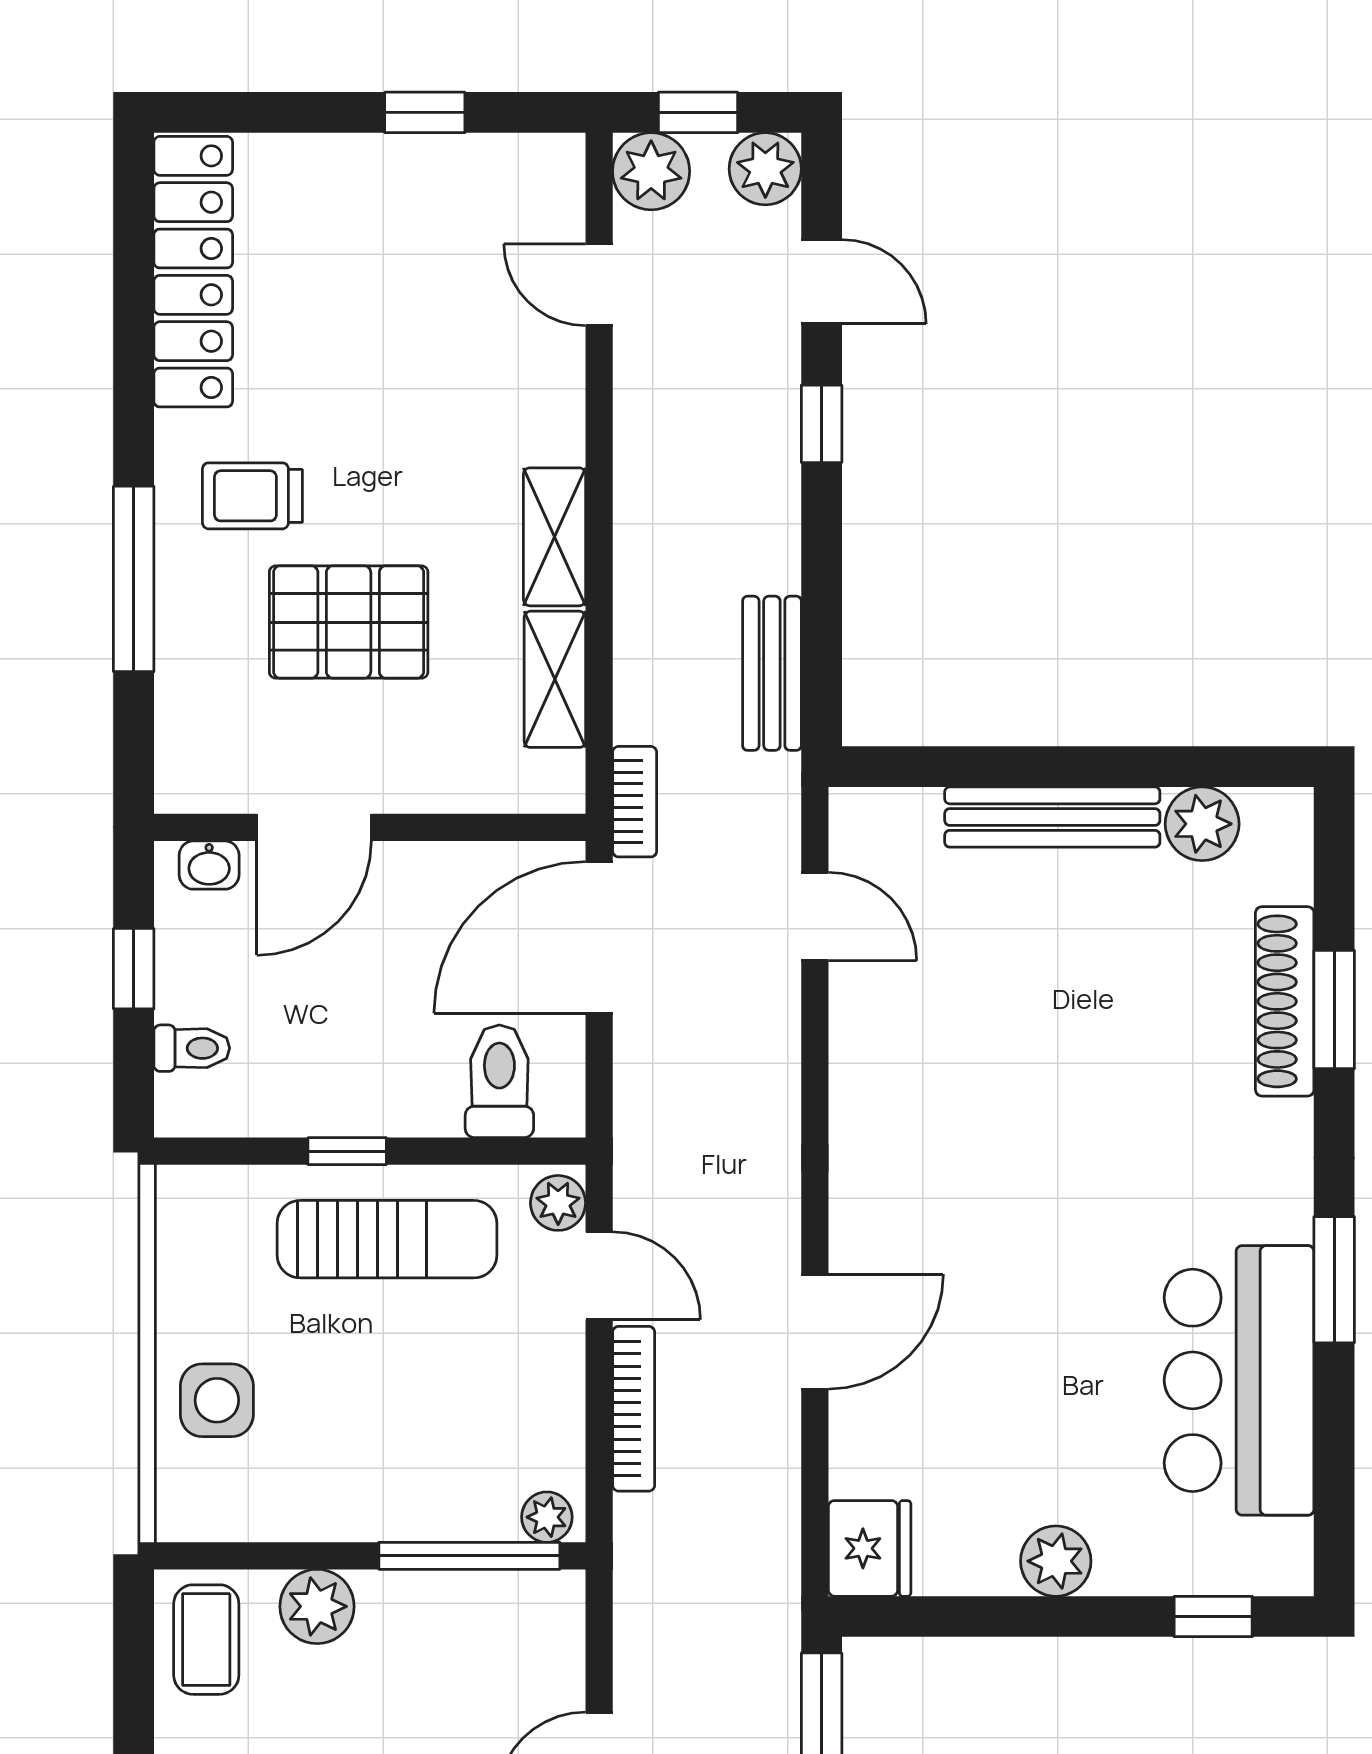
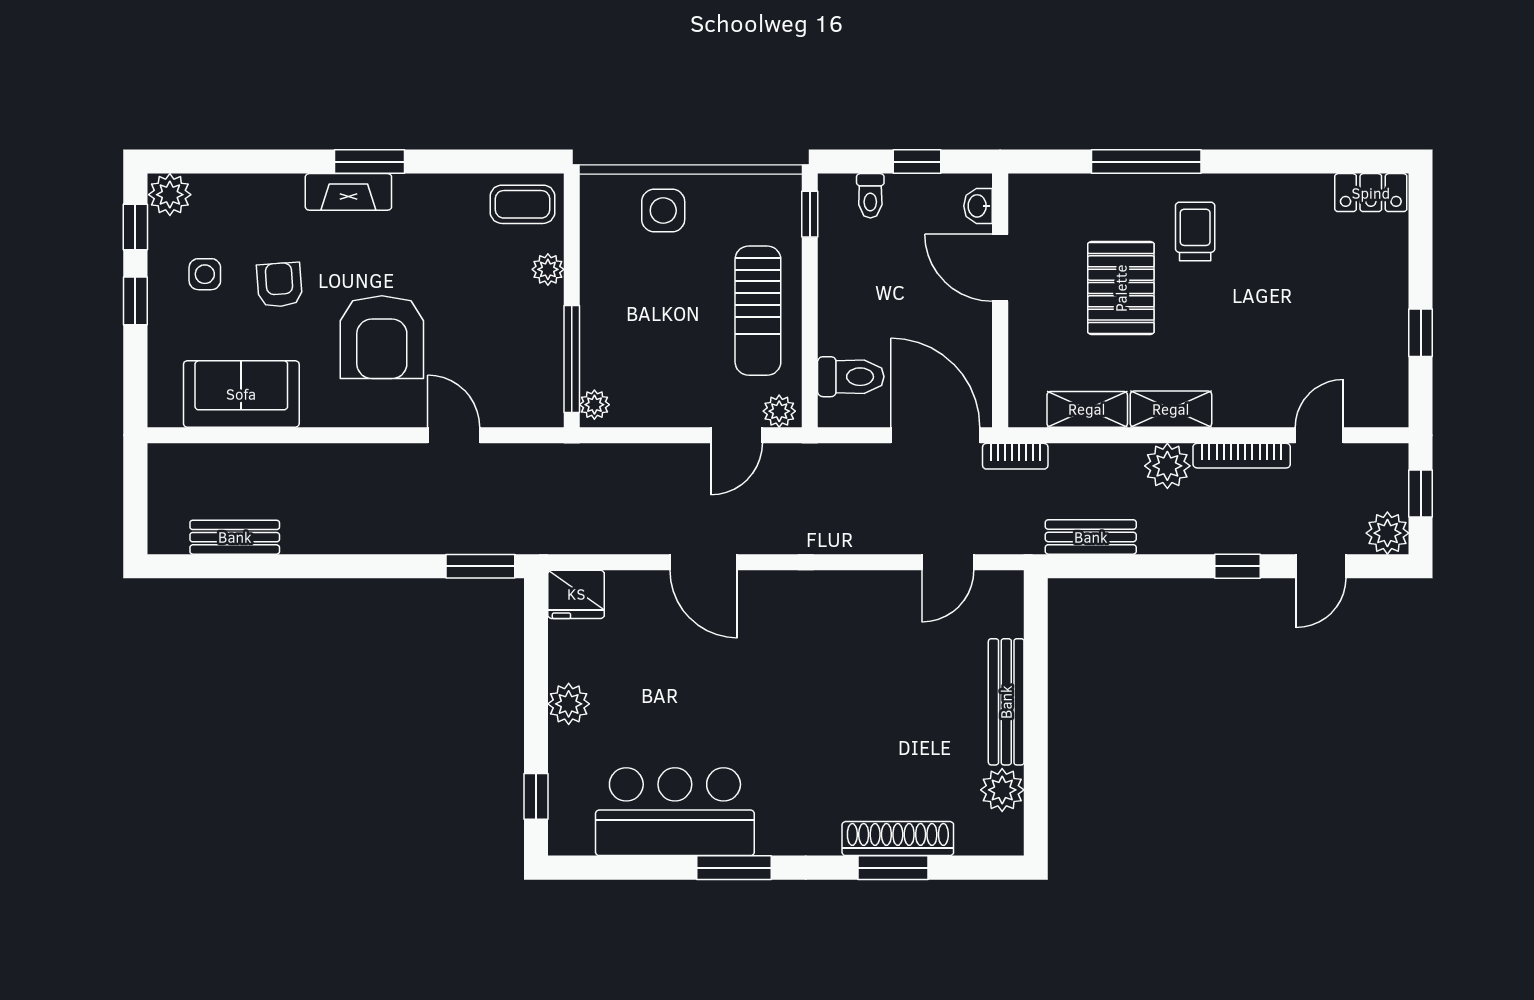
plant: (651, 171) -> (1167, 466), moved
locker: (193, 272) -> (1371, 193), width x0.46, depth x0.83
window: (347, 1151) -> (810, 214), moved
bookcase: (634, 1409) -> (1242, 456), moved
plant: (317, 1606) -> (548, 269), width x0.73, depth x0.73

